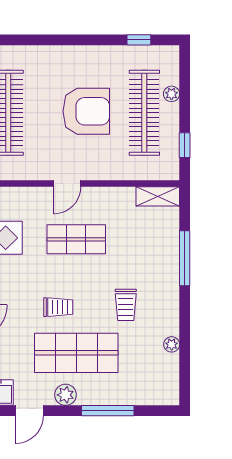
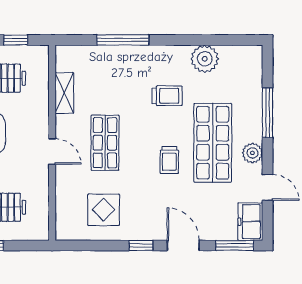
shelving: (158, 196) -> (64, 93), moved
trolley: (58, 307) -> (169, 160), turned 180
plant: (172, 344) -> (205, 59), width x1.88, depth x1.88

